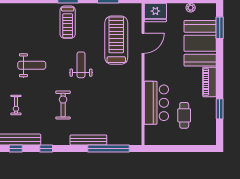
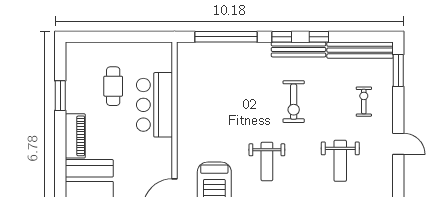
weight bench: (32, 65) -> (340, 161), turned -90
bench: (88, 140) -> (299, 49), moved
window: (16, 148) -> (282, 37), moved

